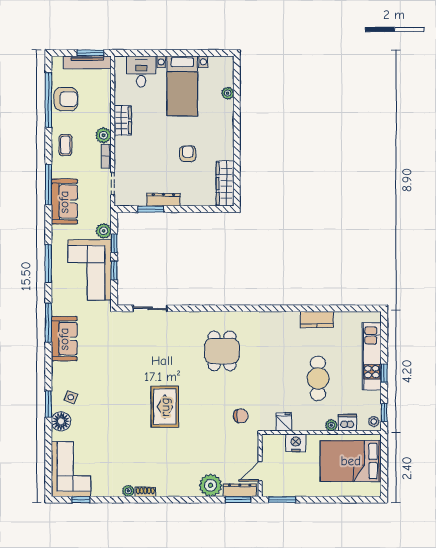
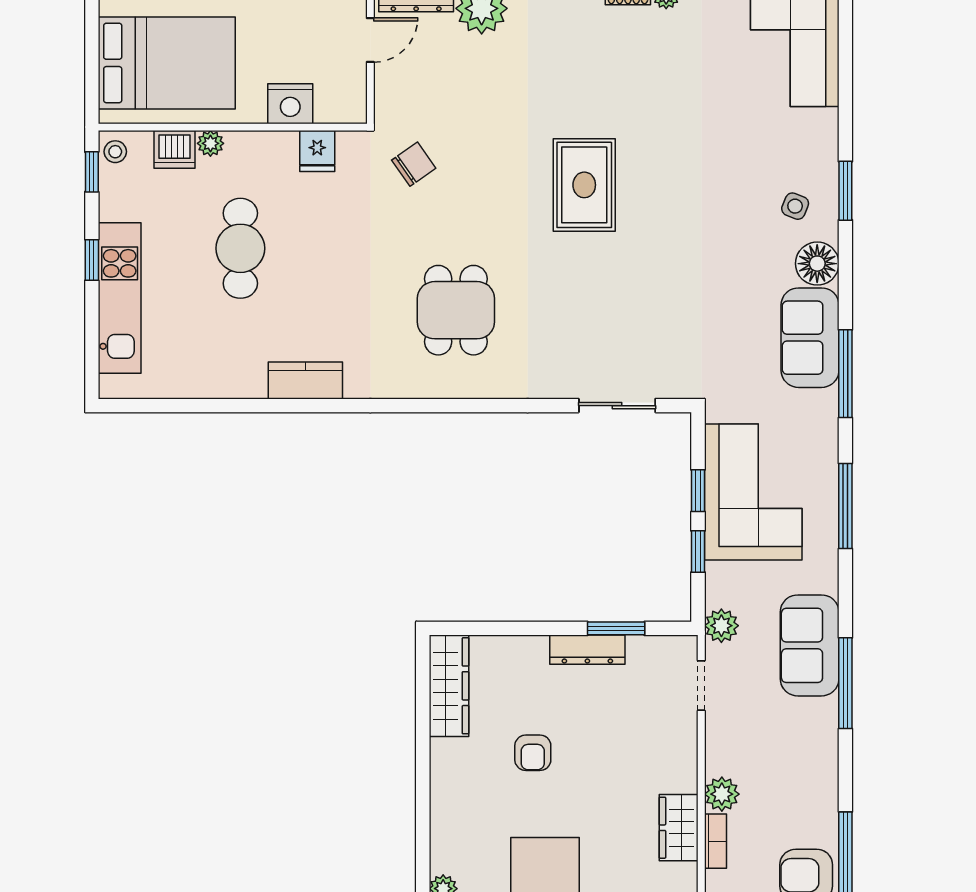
coffee table: (65, 145) -> (807, 772), removed
bookcase: (106, 156) -> (715, 841), moved
plant: (104, 231) -> (721, 626), moved
kitchen counter: (317, 320) -> (305, 381), moved
chair: (241, 416) -> (414, 164), turned 145
floor lamp: (61, 421) -> (817, 264), moved

